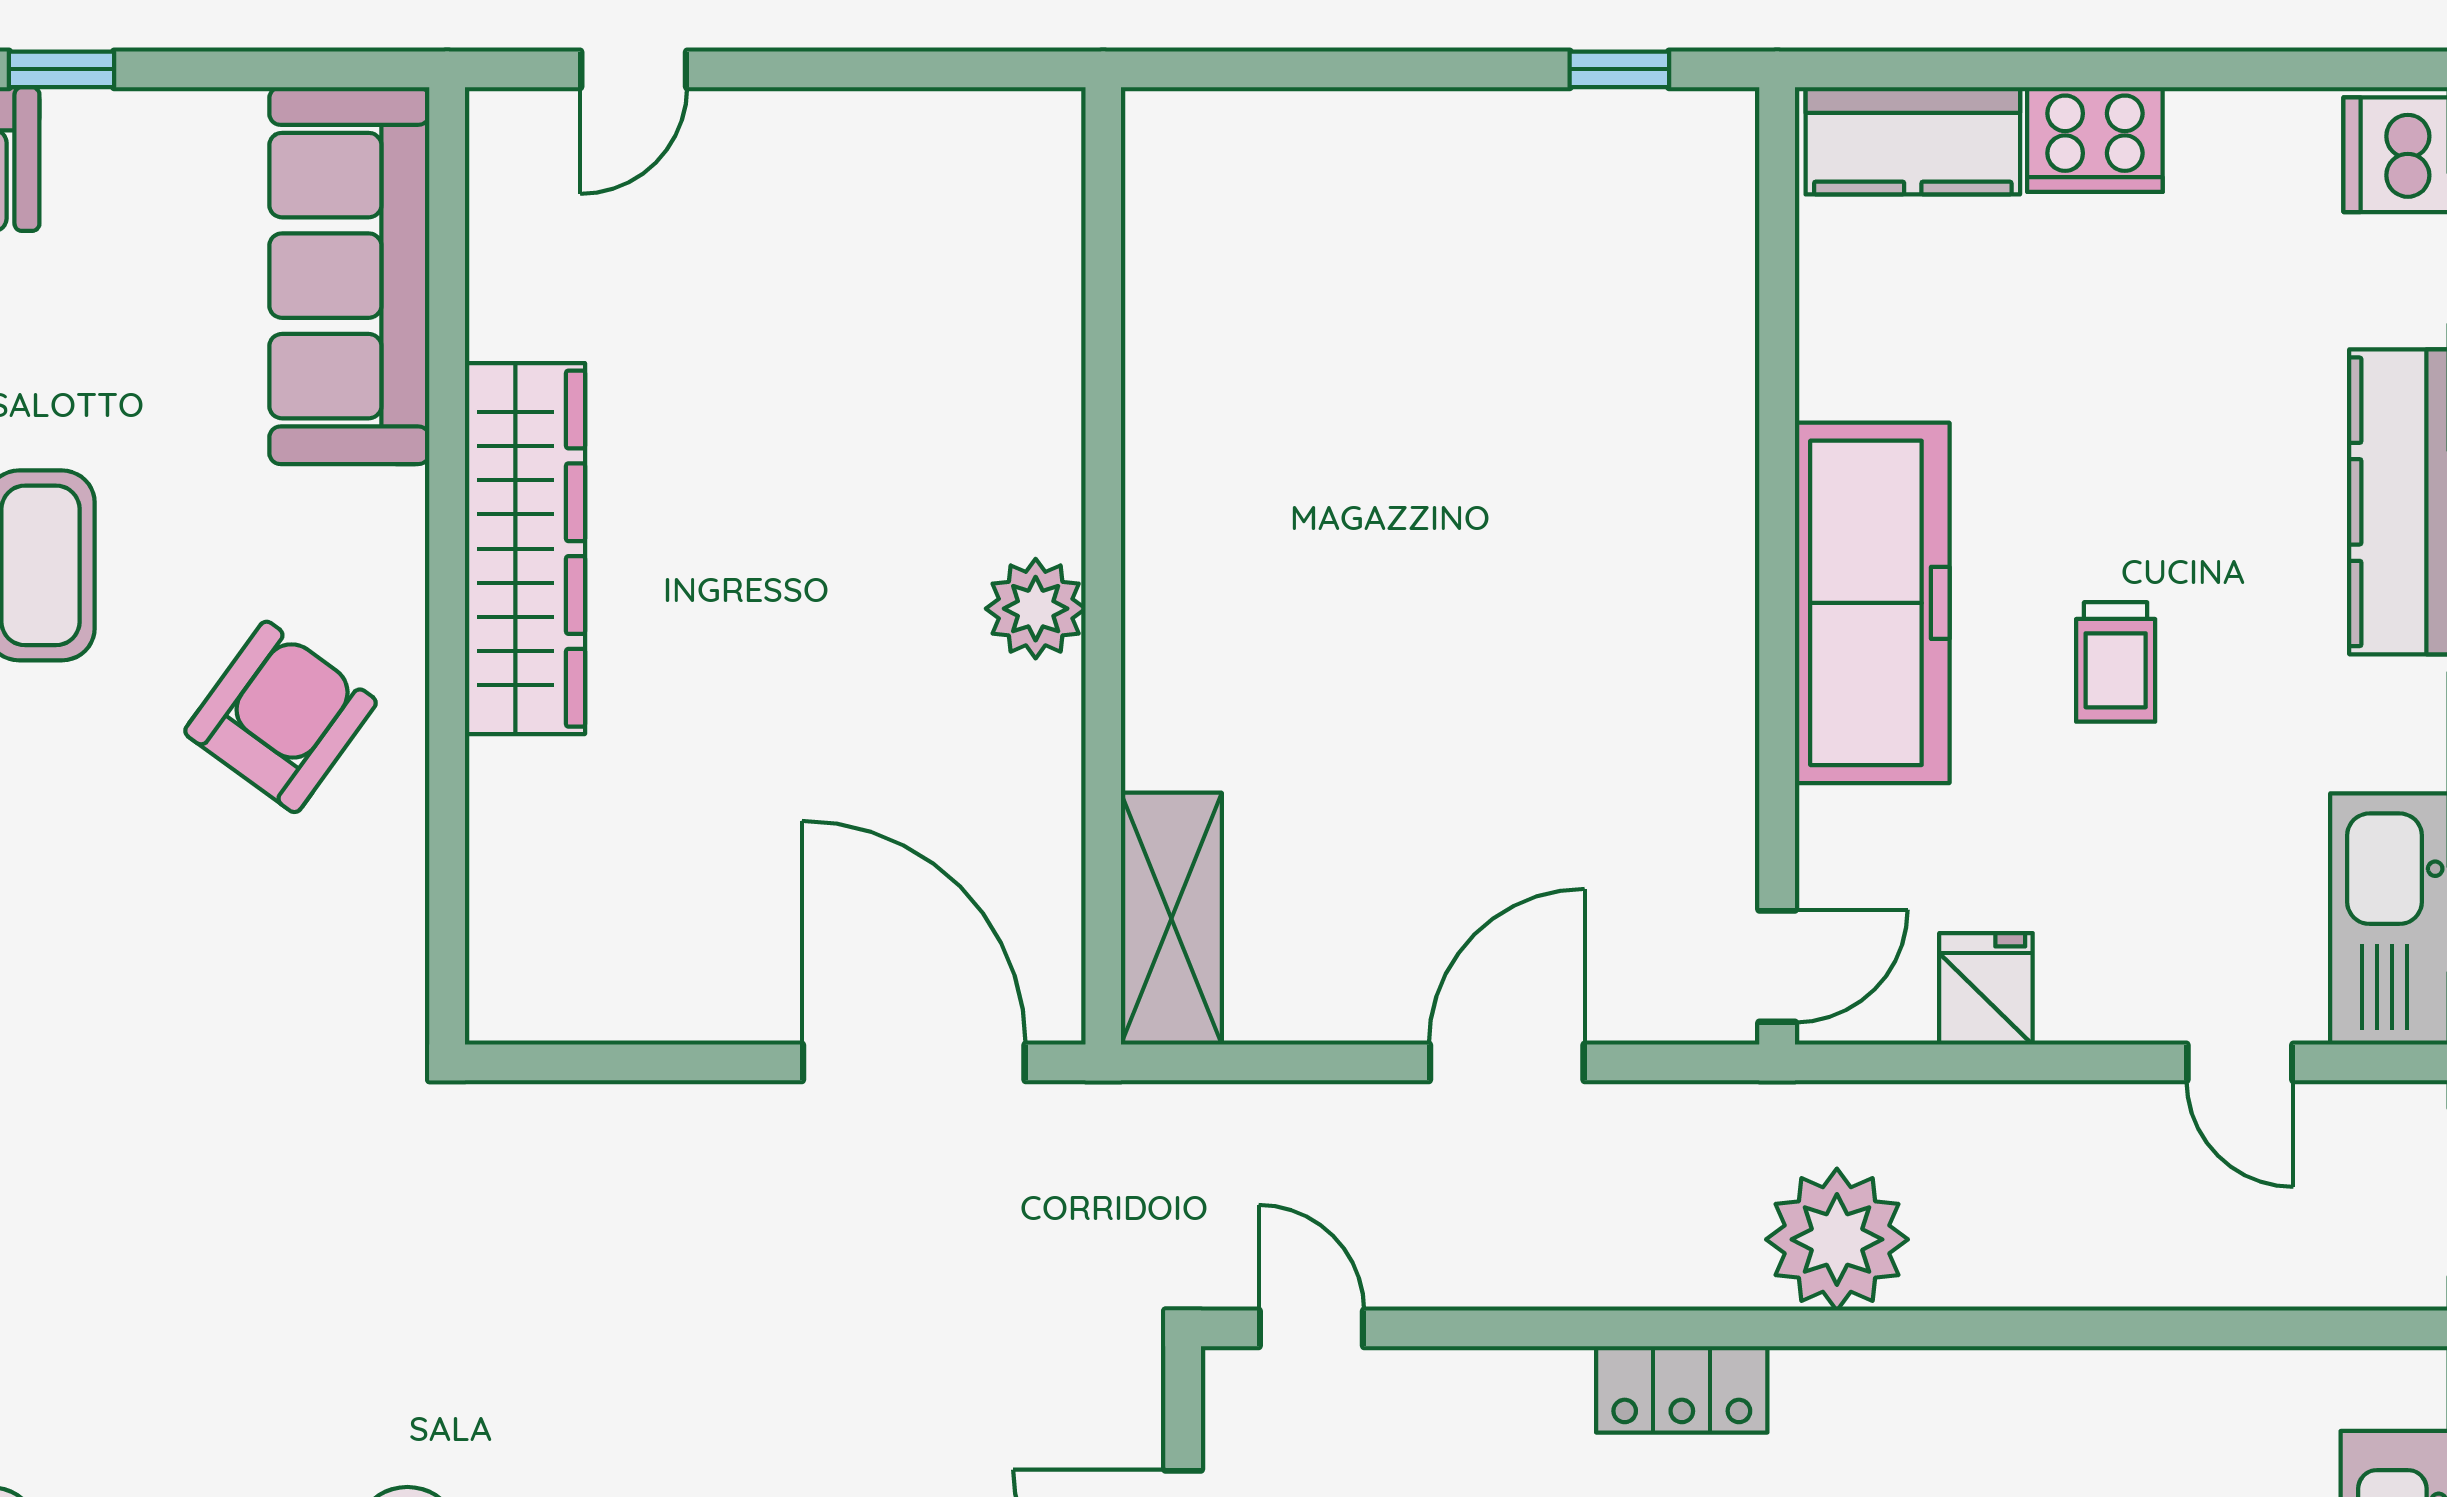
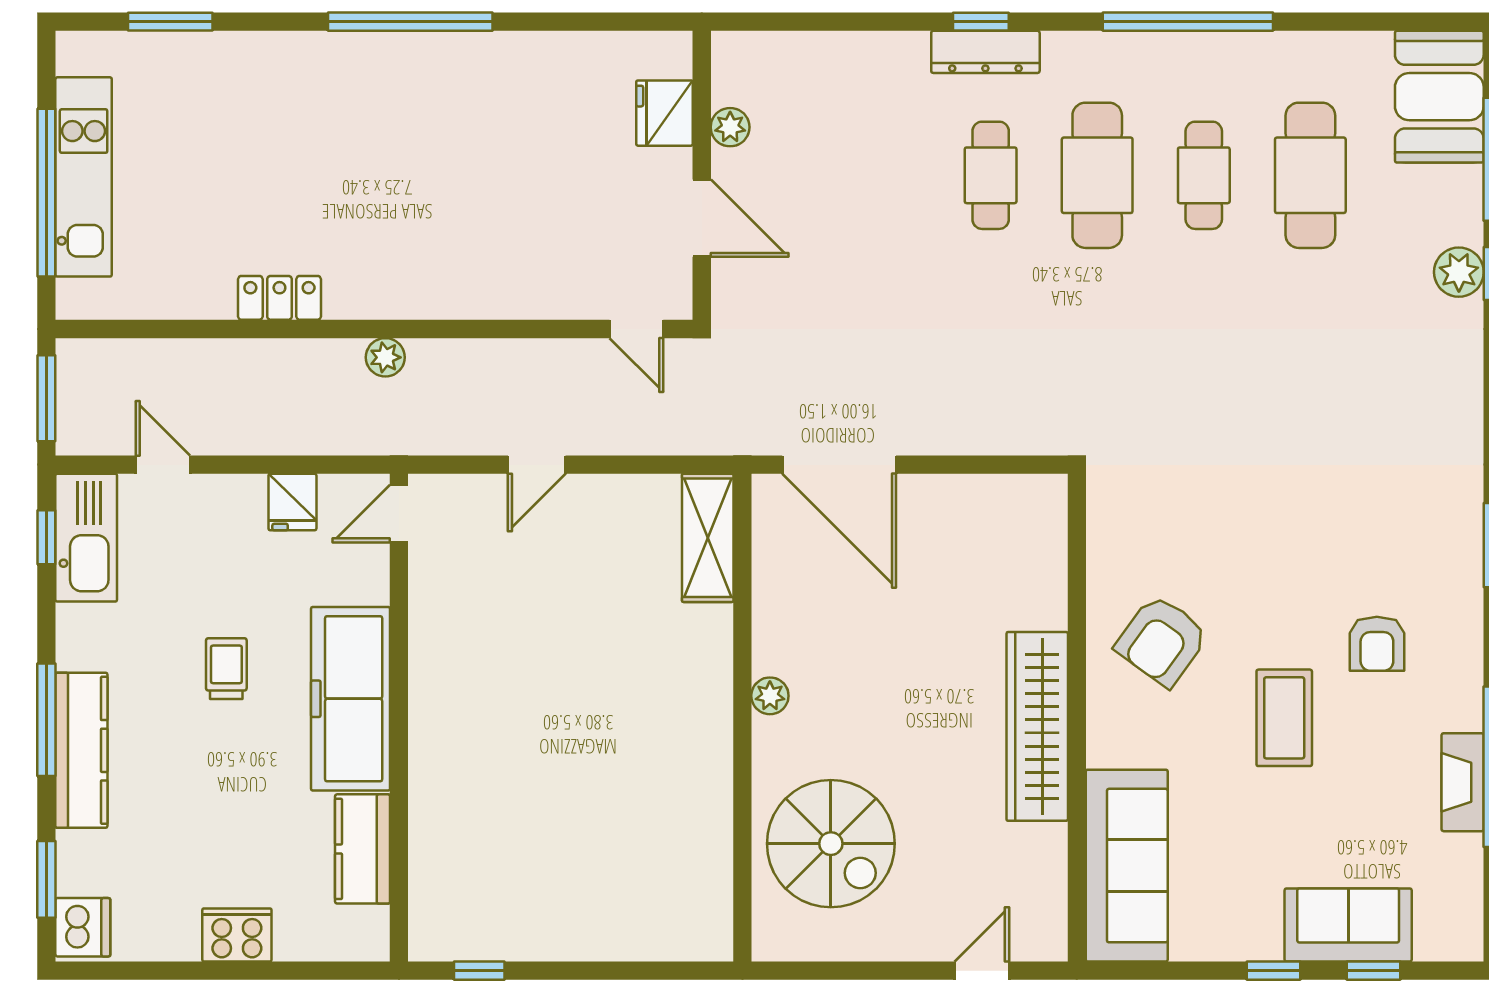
kitchen counter: (1913, 141) -> (363, 849), moved, turned -90
spiral stairs: (930, 319) -> (831, 844), added
plant: (1036, 609) -> (770, 696), width x0.73, depth x0.73
door: (1507, 1062) -> (537, 465), width x0.73
plant: (1837, 1239) -> (385, 357), width x0.53, depth x0.53
locker: (1682, 1389) -> (279, 298), moved

